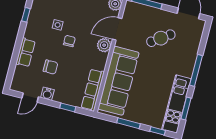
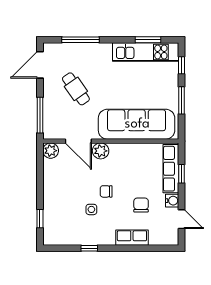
window: (196, 70) -> (81, 40), moved
row of seats: (93, 90) -> (171, 169), moved, turned 90

